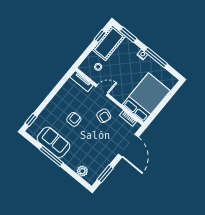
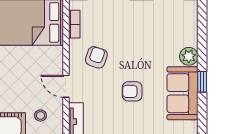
window: (51, 156) -> (202, 82), width x0.46
plant: (82, 171) -> (189, 56), moved

